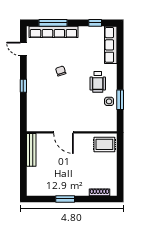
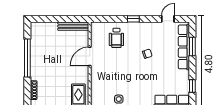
window: (53, 23) -> (192, 46), width x0.69
wheelchair: (98, 82) -> (116, 38), moved, turned -90
window: (65, 199) -> (27, 58), width x2.11

